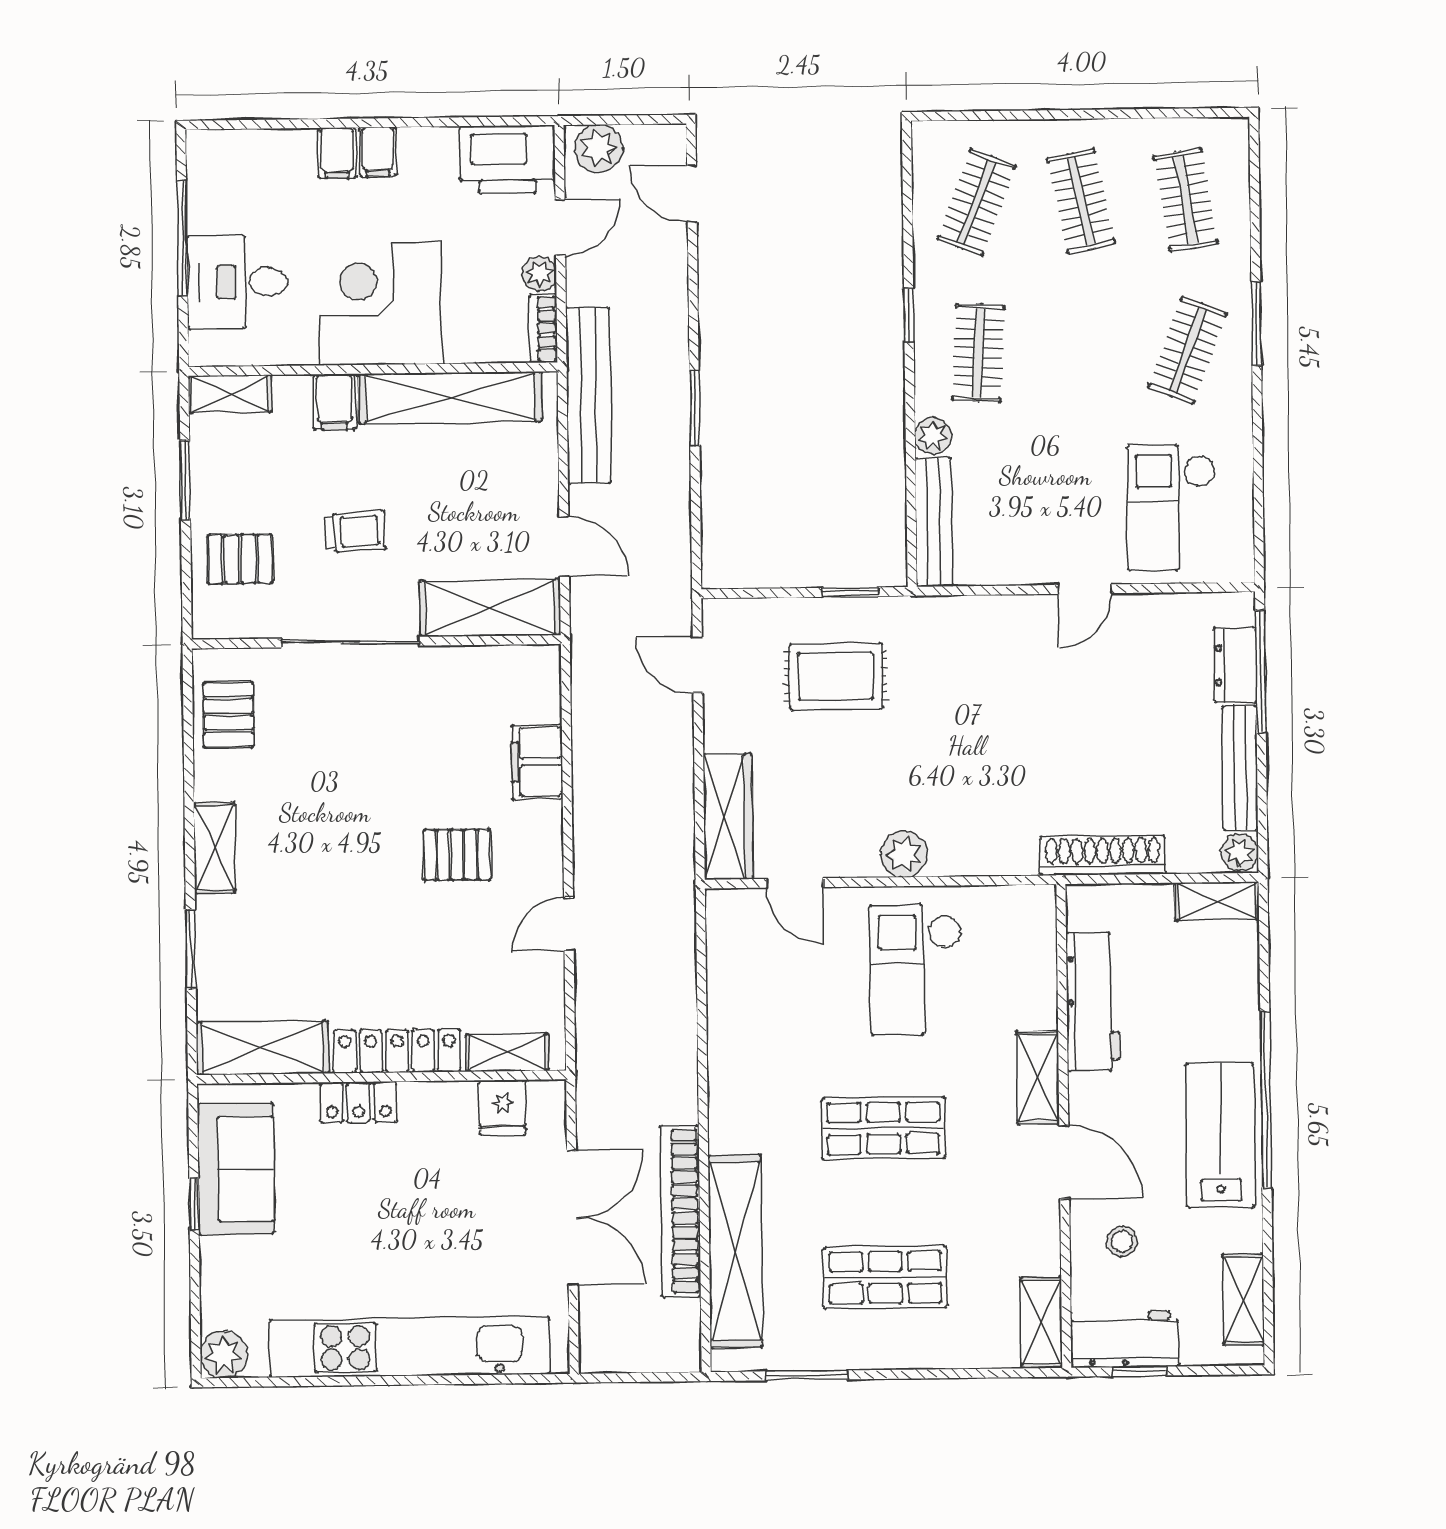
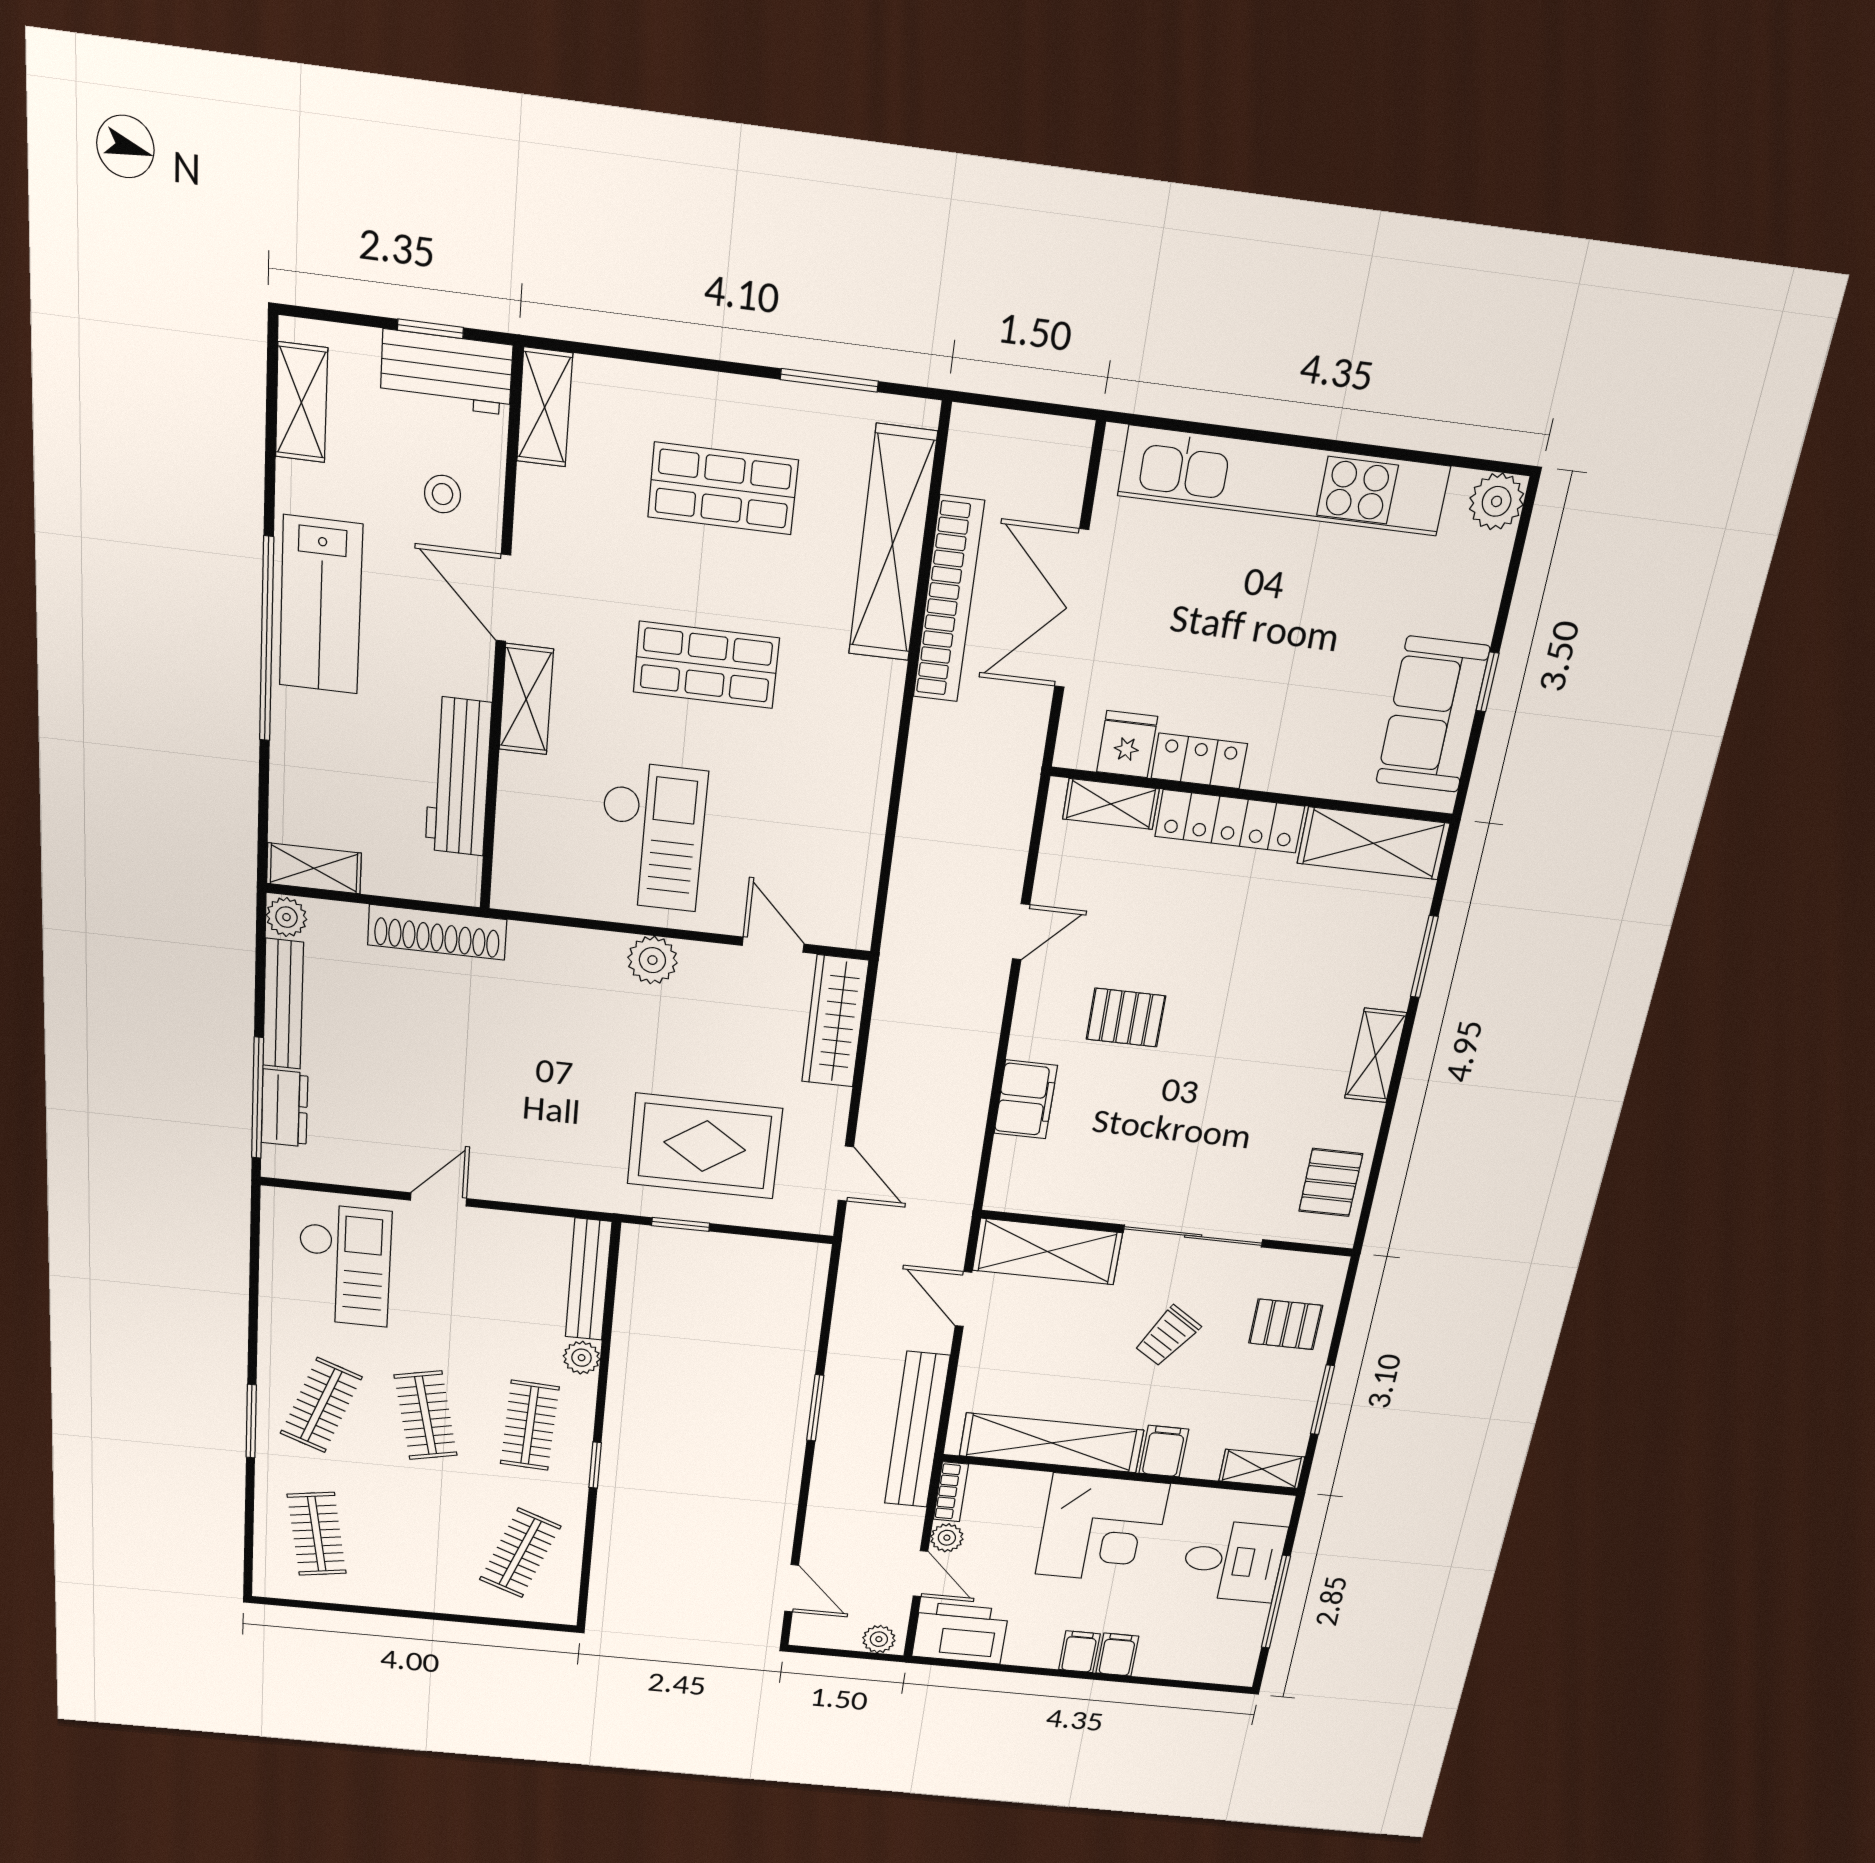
plant: (599, 148) -> (879, 1639), width x0.73, depth x0.73
clothes rail: (1081, 201) -> (426, 1415), moved
door: (560, 227) -> (920, 1574), swing flipped
trolley: (355, 532) -> (1167, 1336), turned -54
rug: (836, 676) -> (705, 1146), width x1.36, depth x1.43
locker: (359, 1102) -> (1199, 761), moved

